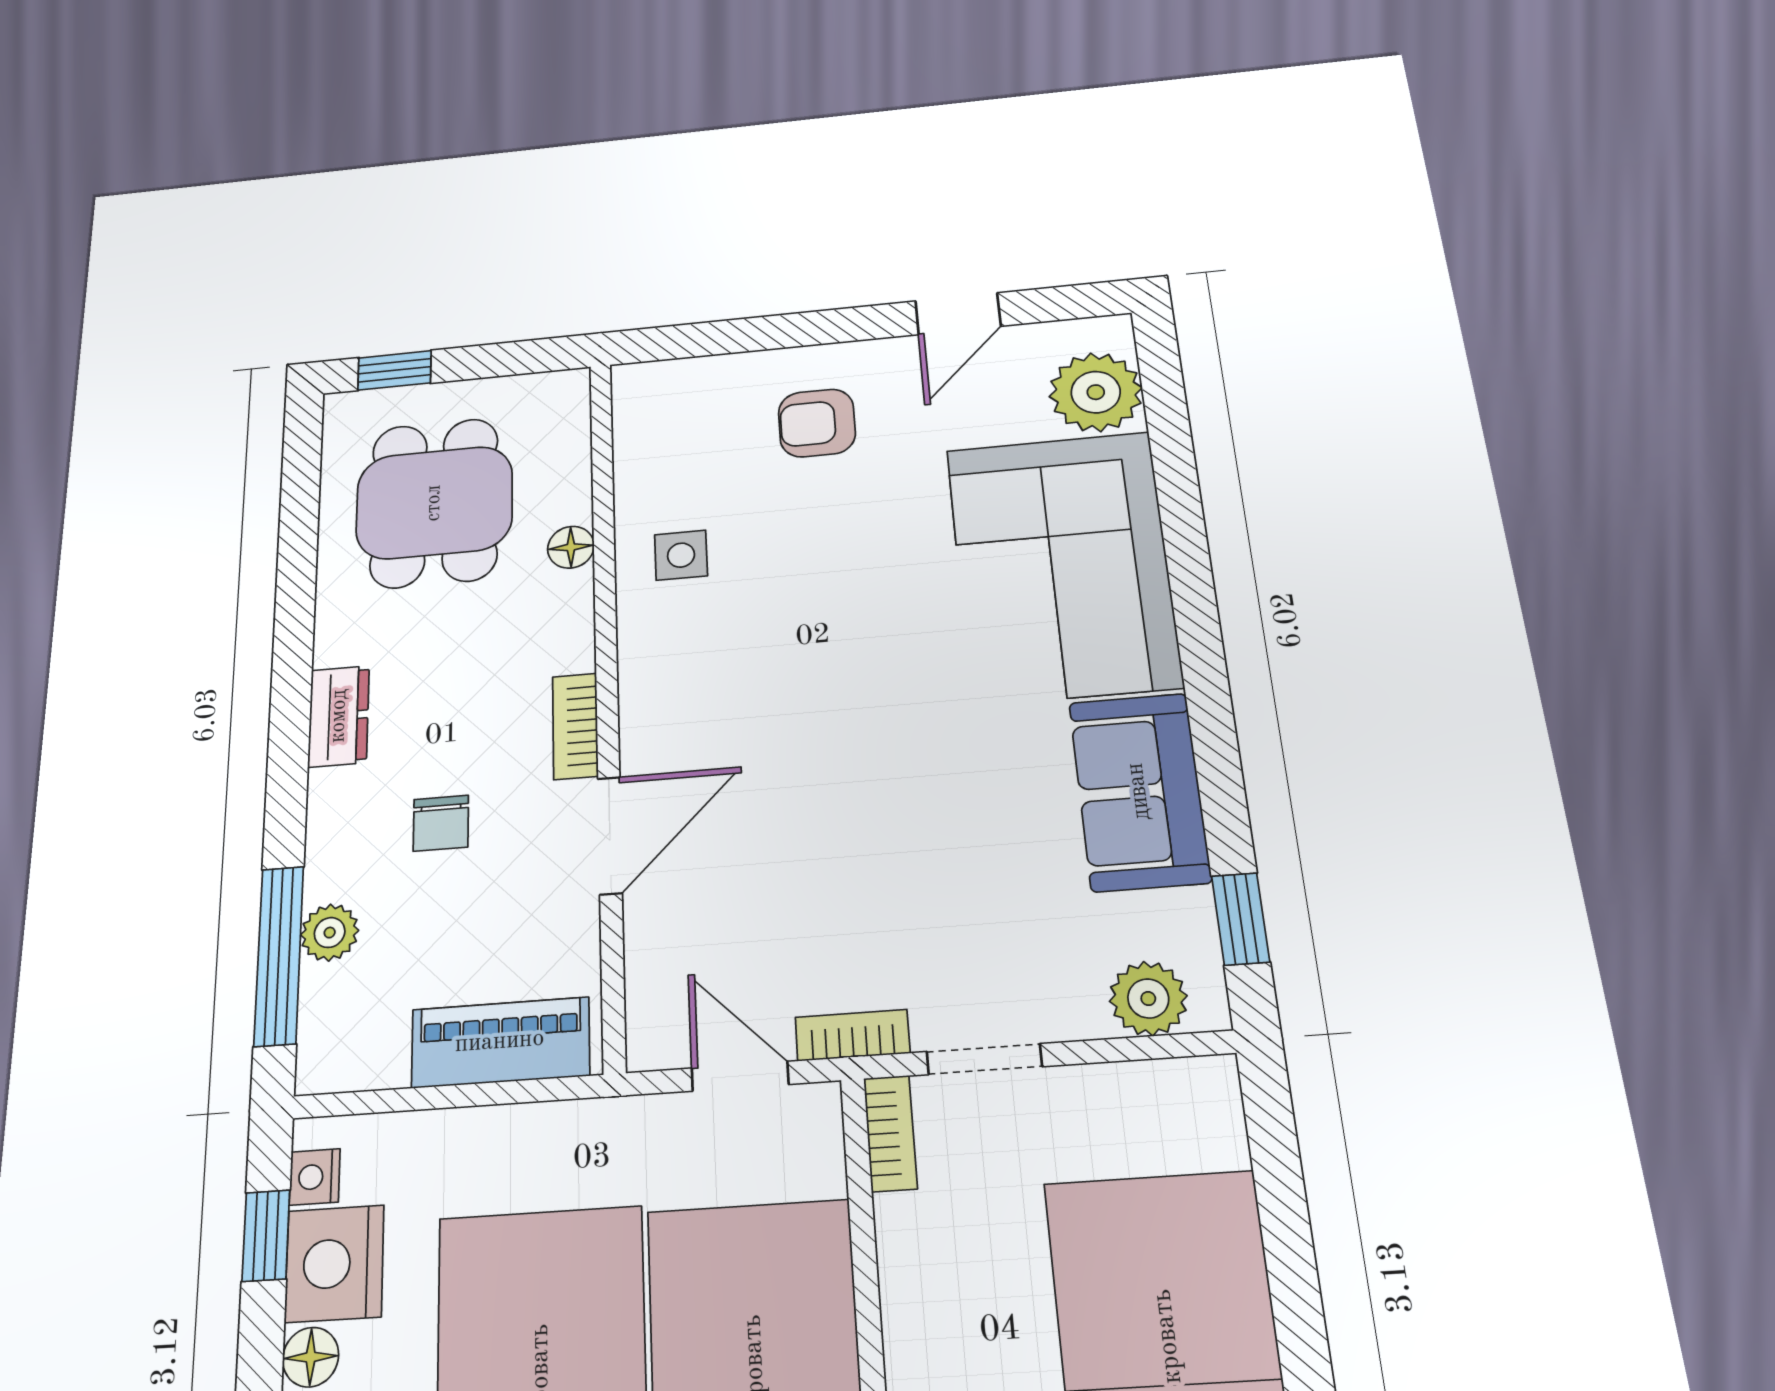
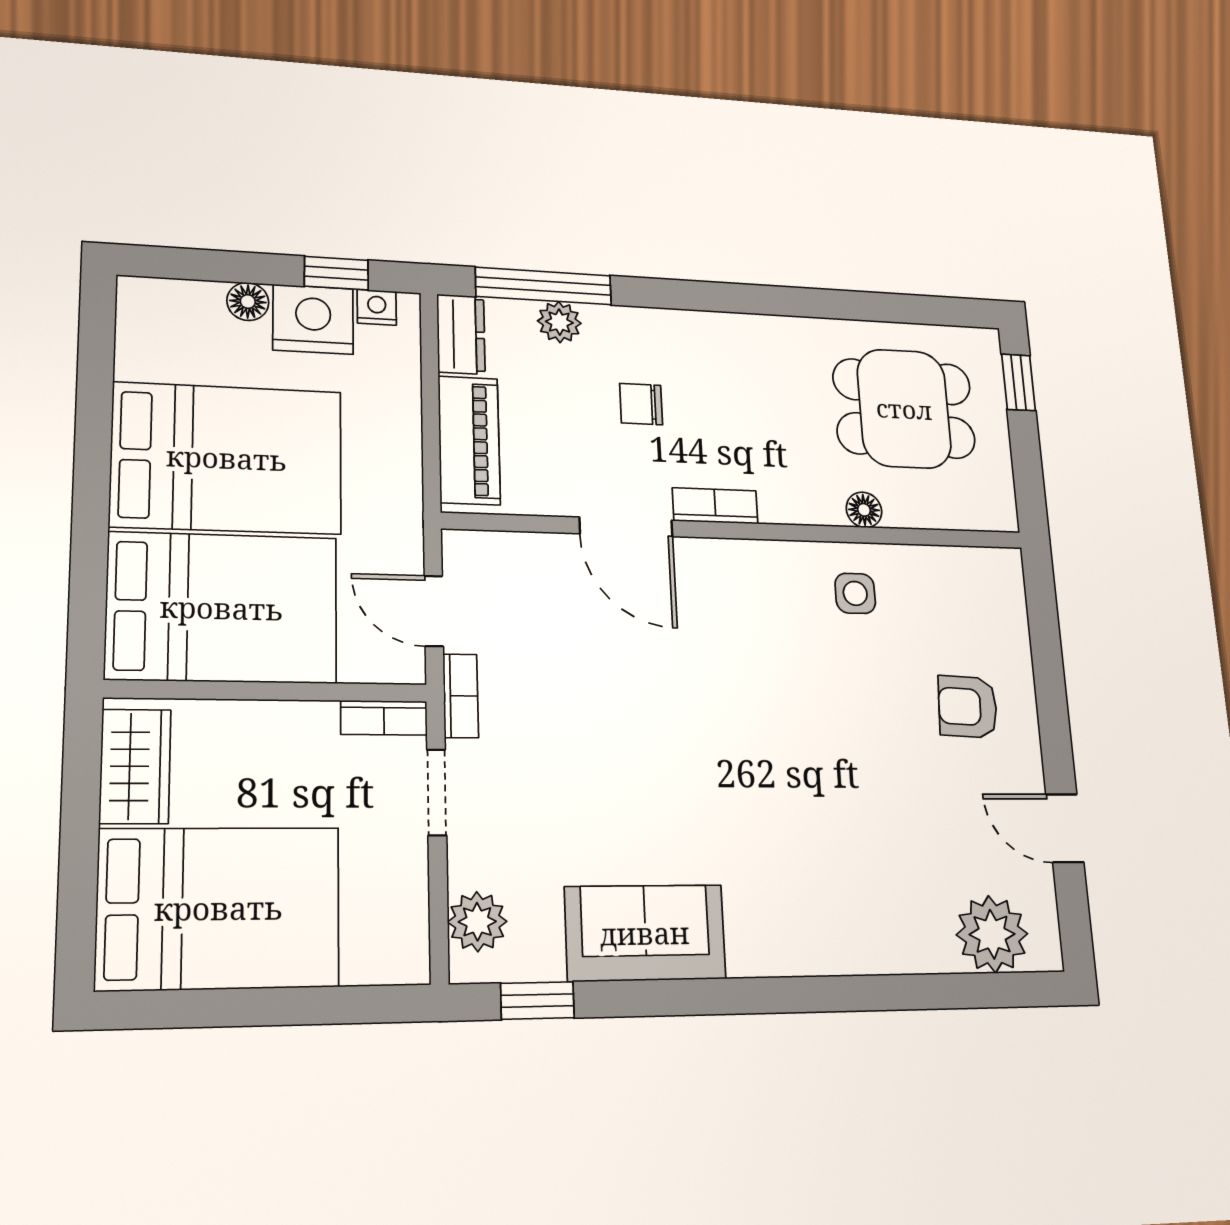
armchair: (817, 423) -> (968, 707), turned -87
corner sofa: (1062, 566) -> (838, 891), removed
dresser: (339, 716) -> (461, 334), moved, turned -90
door: (740, 1076) -> (434, 611), swing flipped

